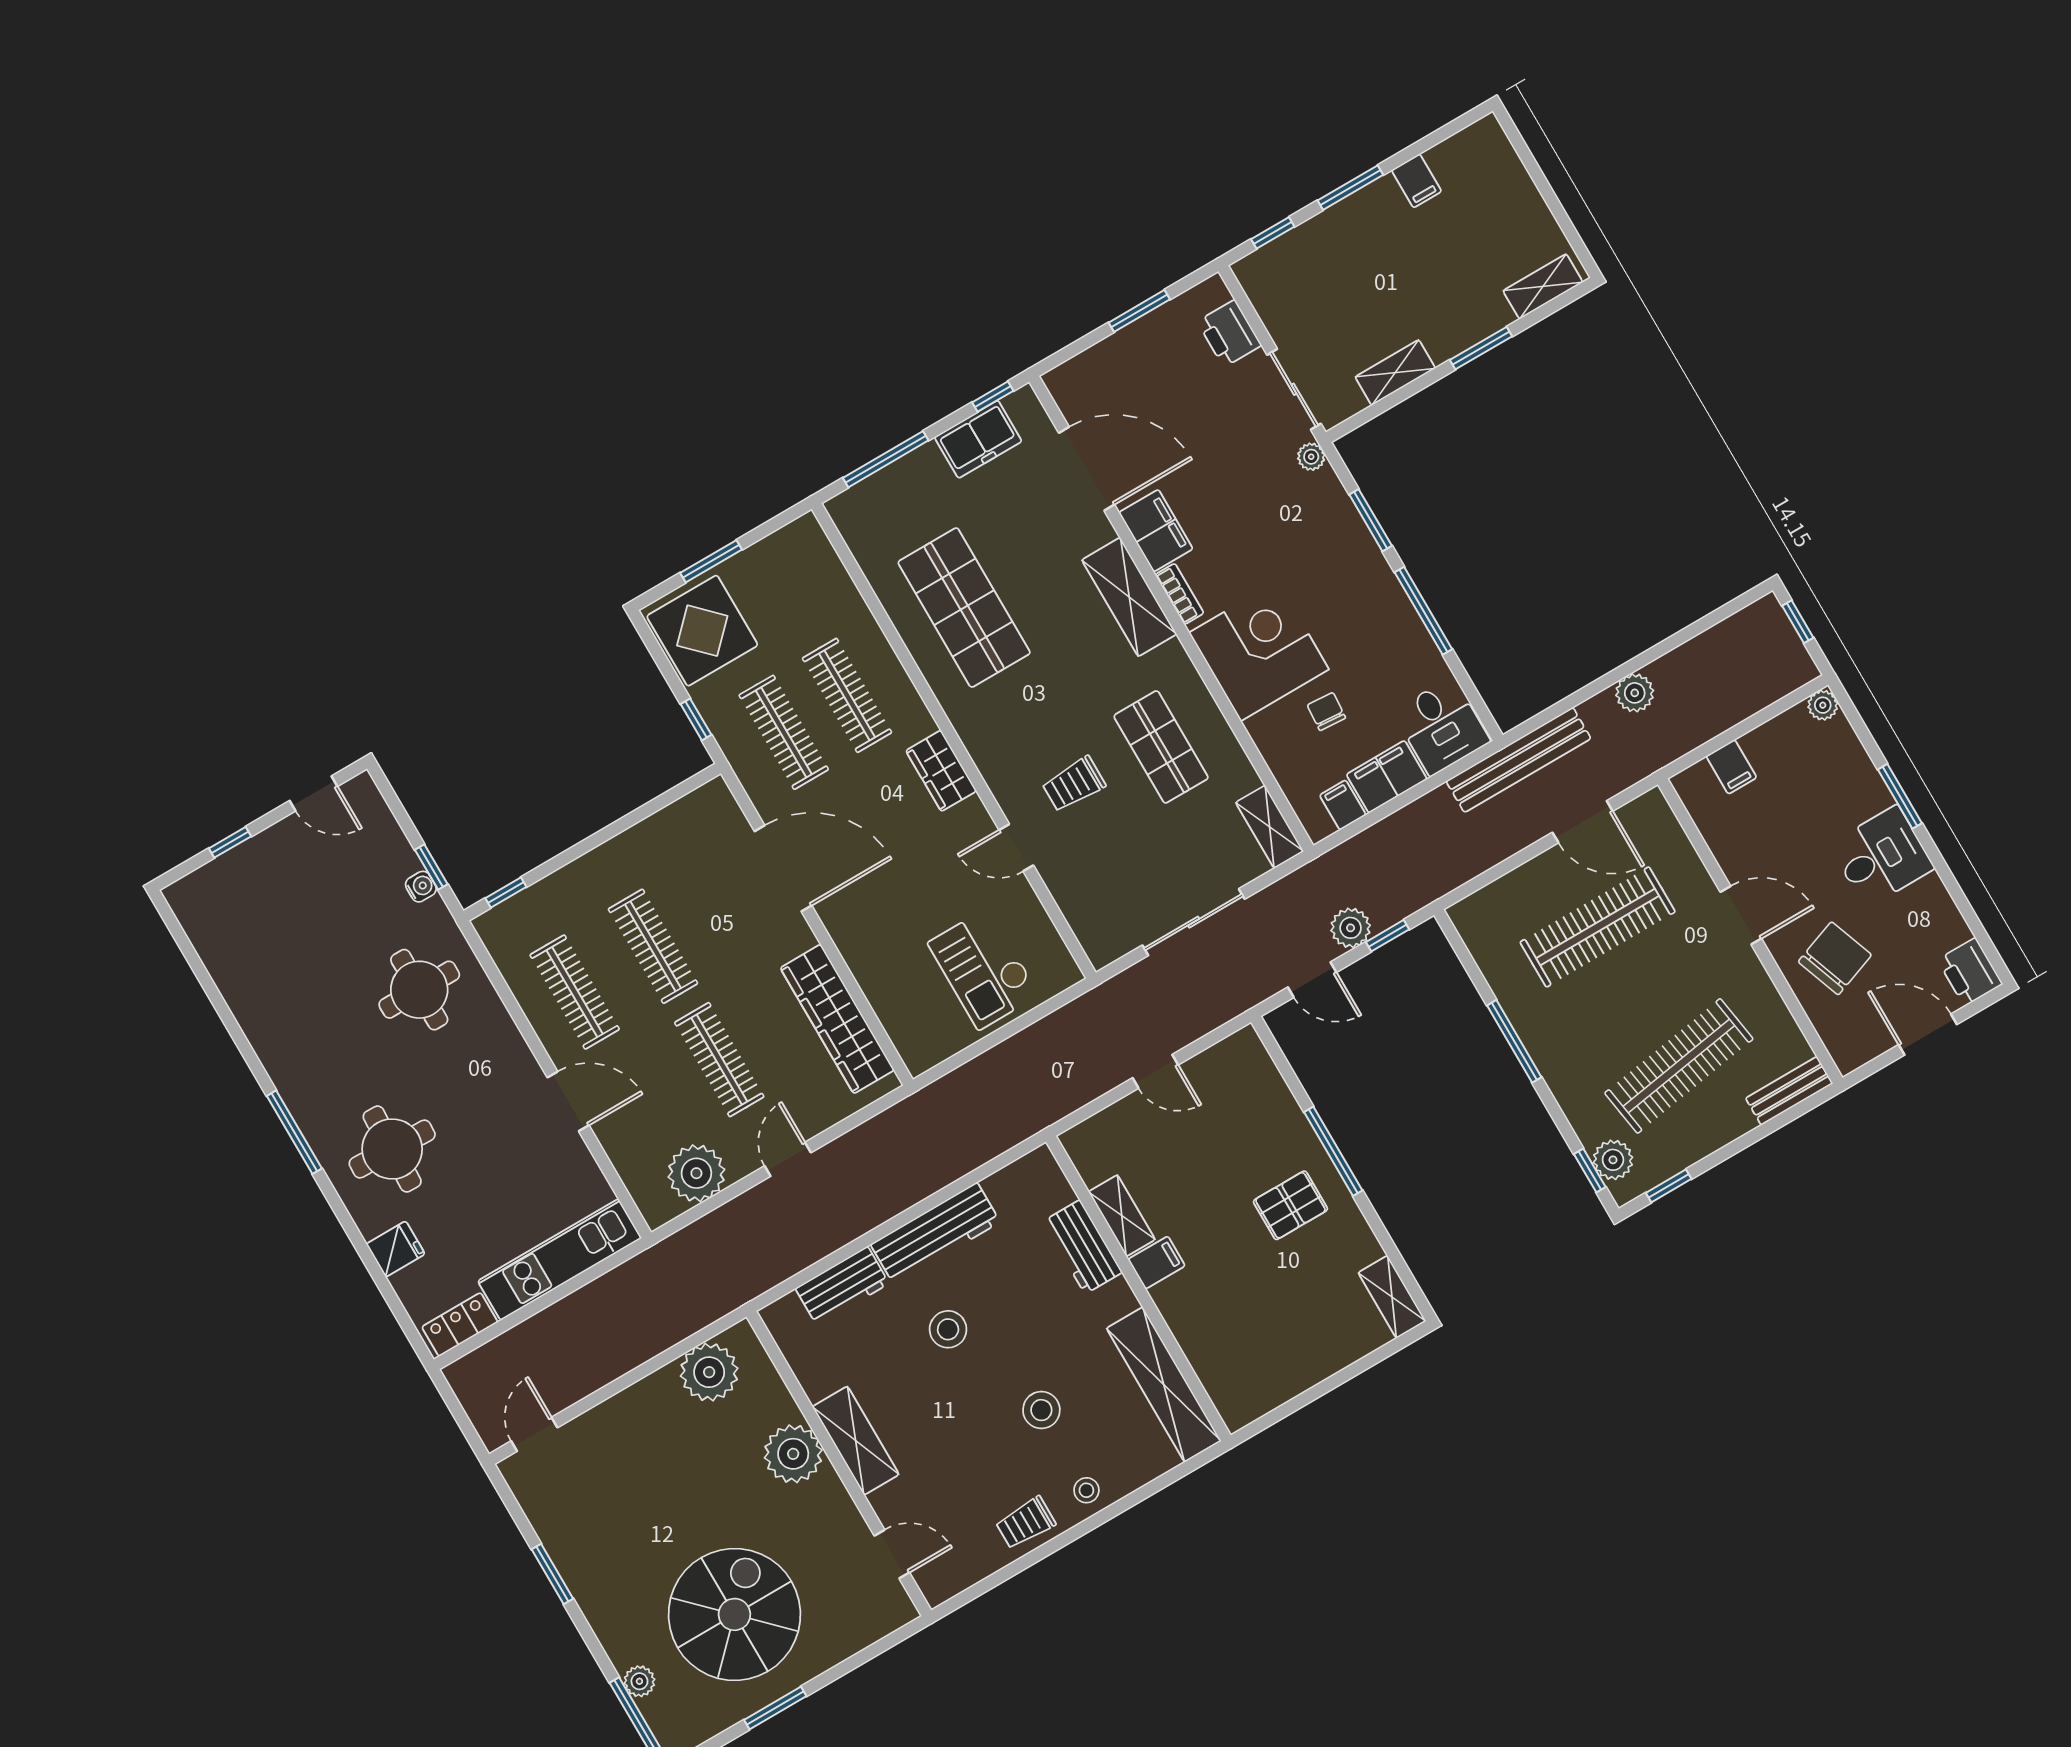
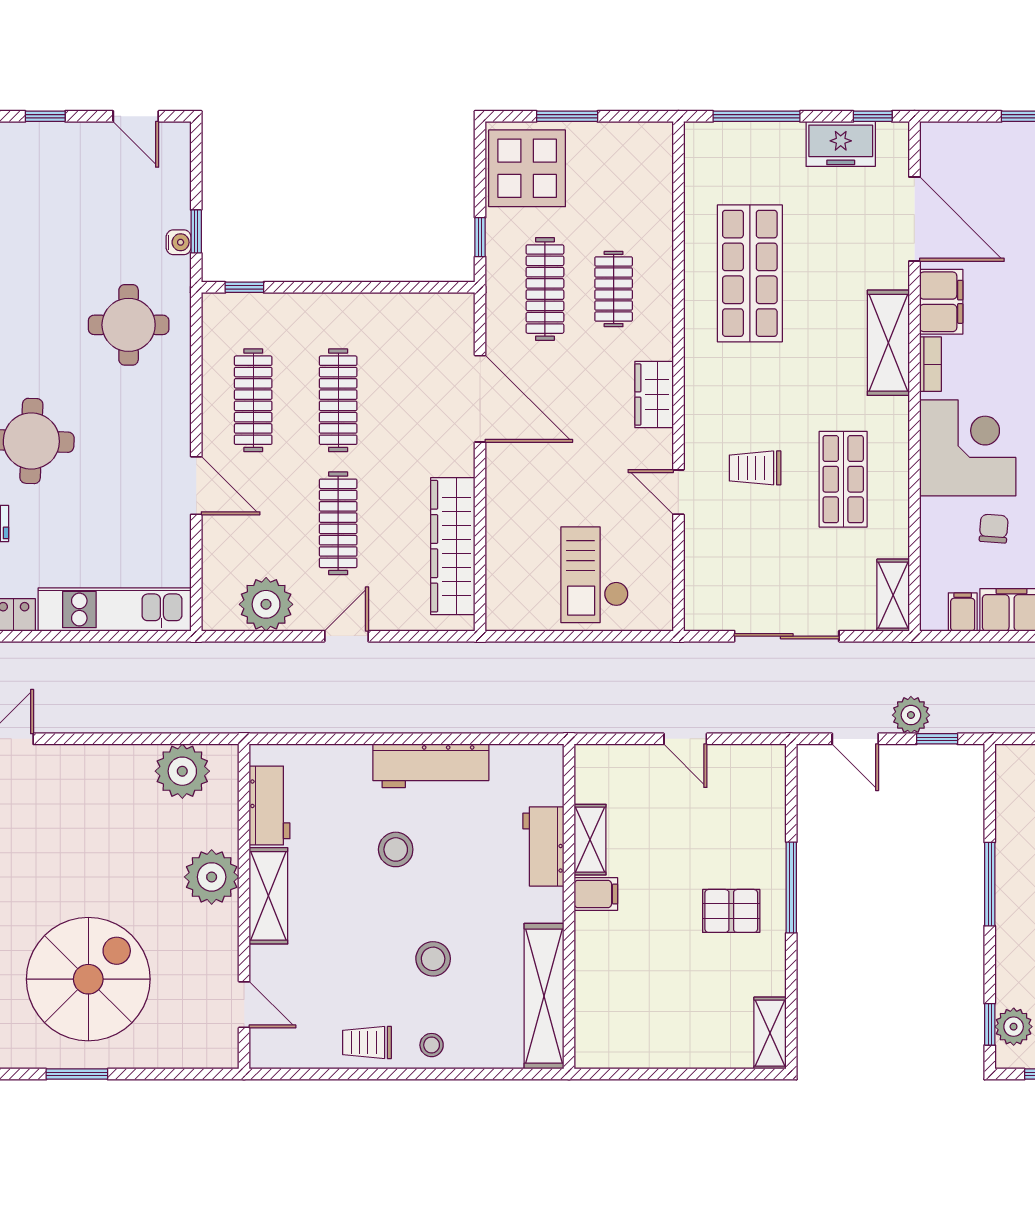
clothes rail: (847, 695) -> (614, 289), width x0.73
workbench: (842, 1286) -> (270, 806), moved, turned -90

